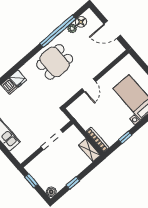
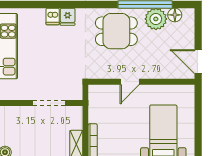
plant: (72, 28) -> (156, 19), width x1.87, depth x1.87
door: (112, 30) -> (198, 62), moved

